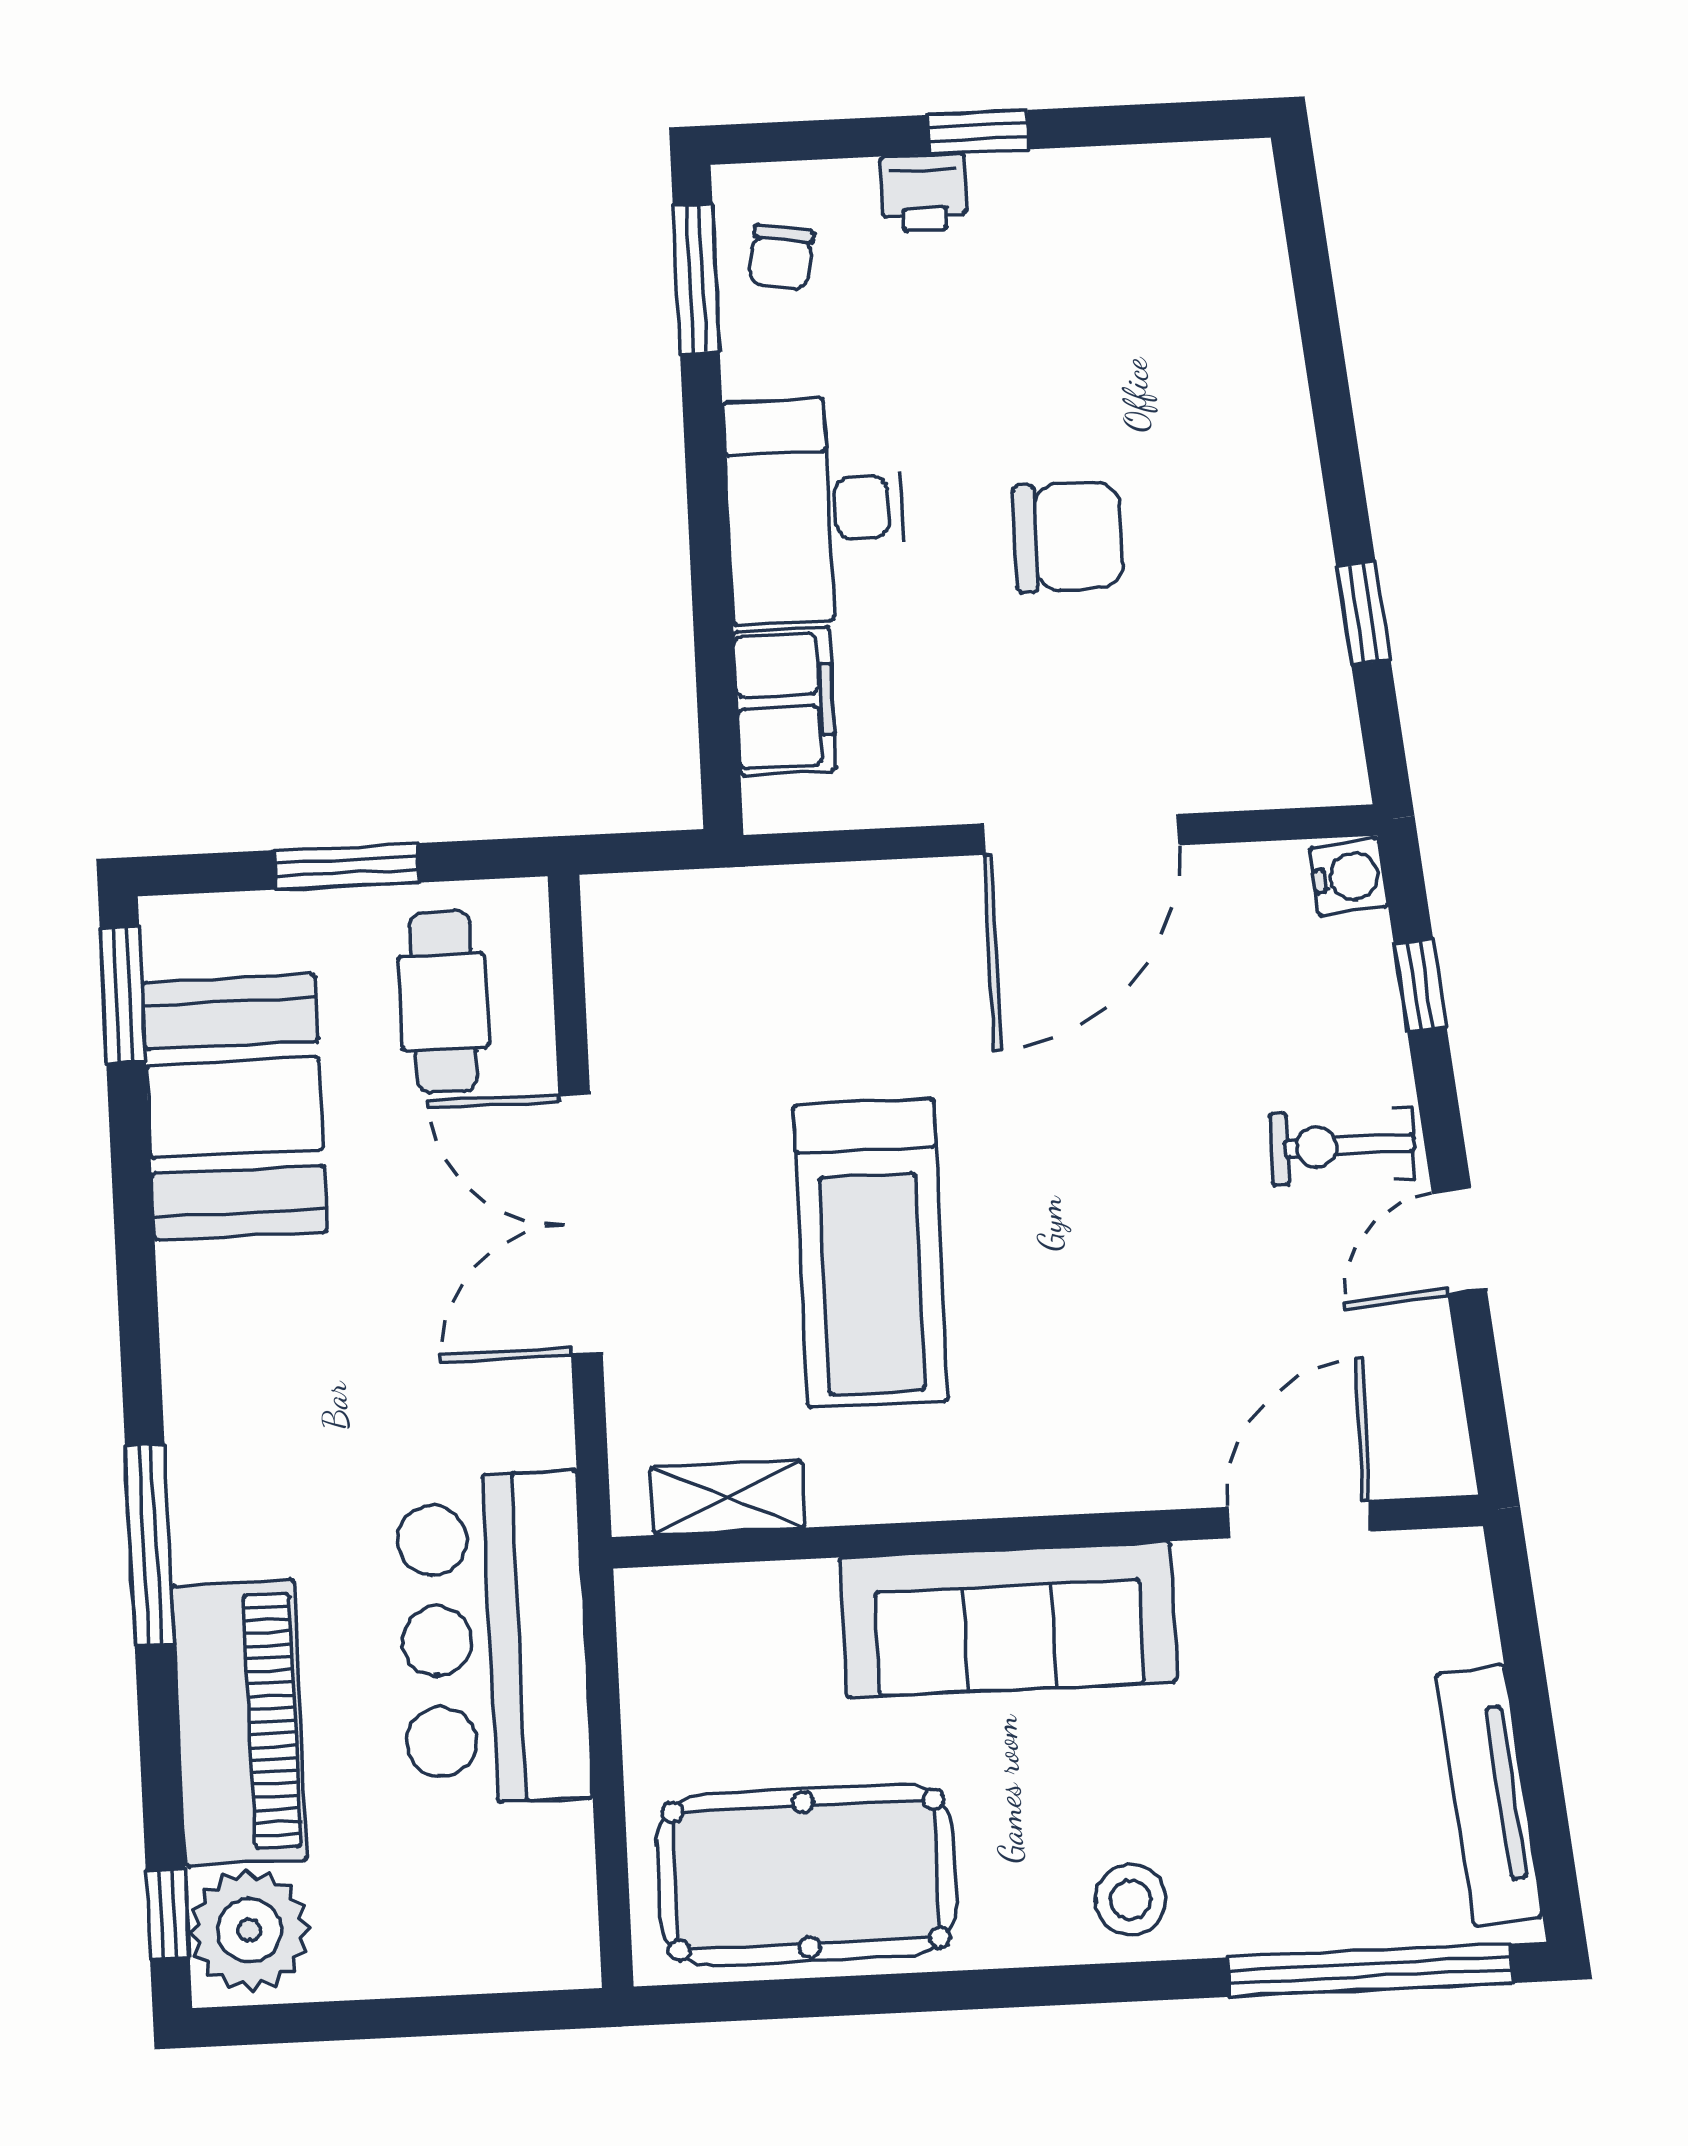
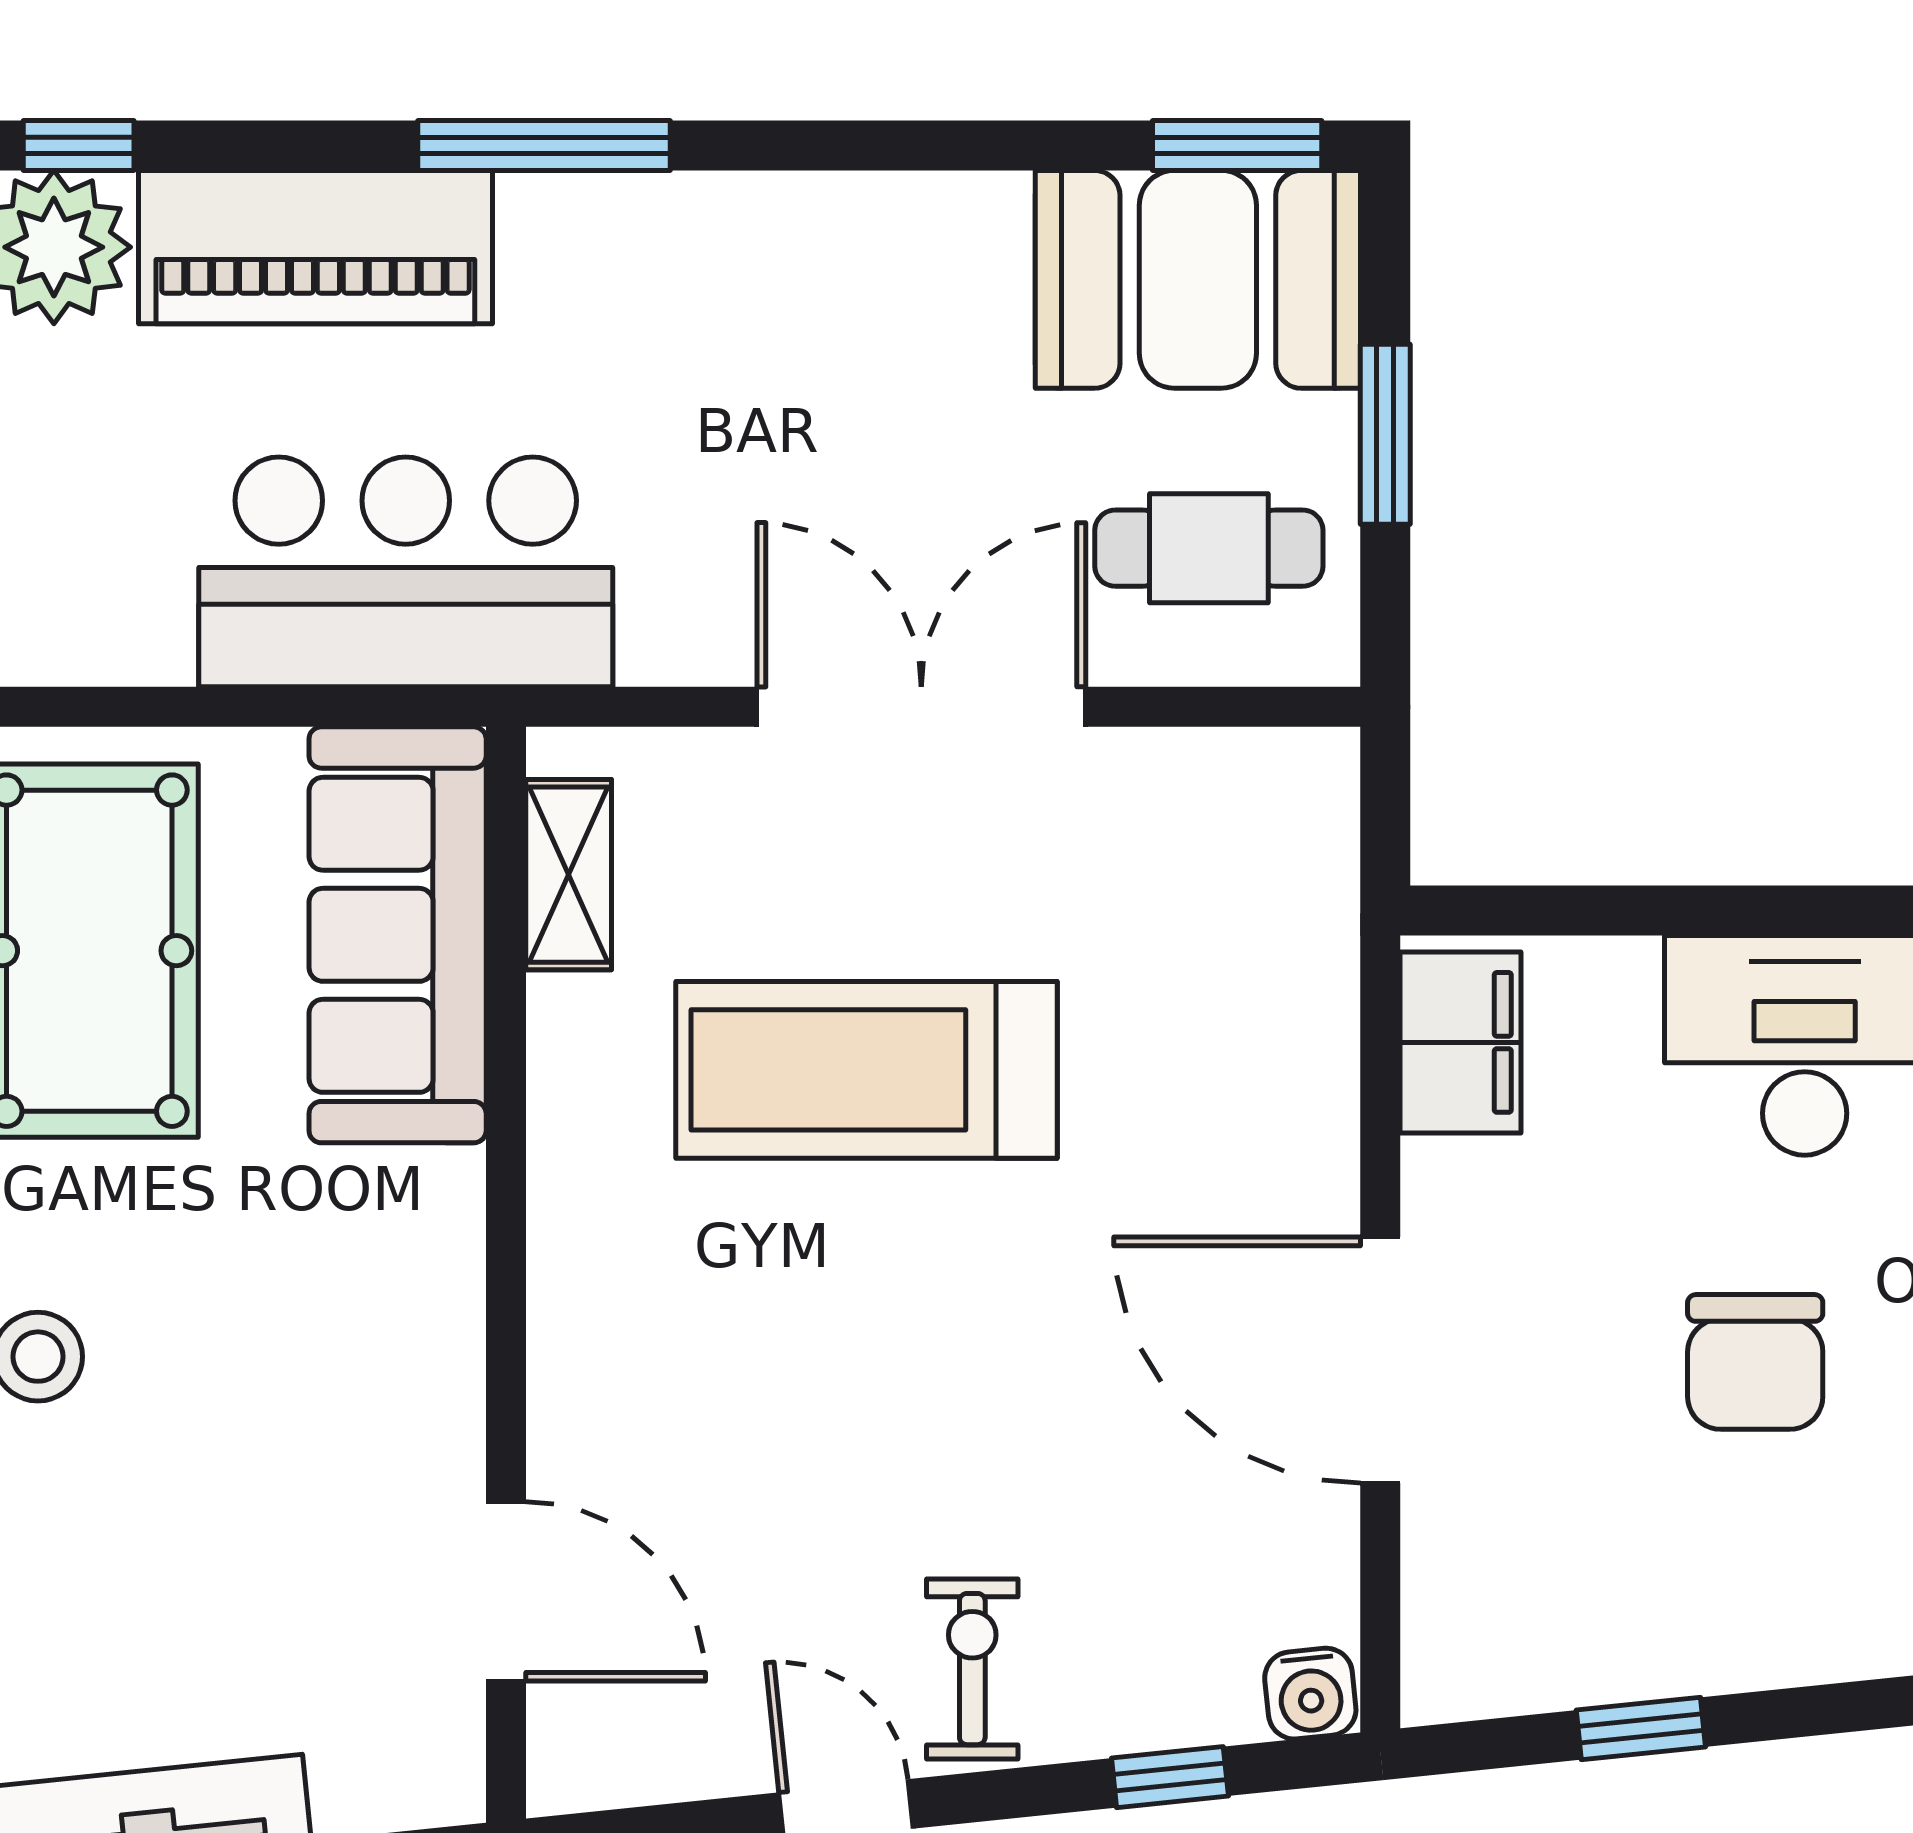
filing cabinet: (785, 701) -> (1460, 1042), moved, turned -90
booth: (235, 1107) -> (1198, 279), moved
sofa: (1009, 1620) -> (398, 935), moved

